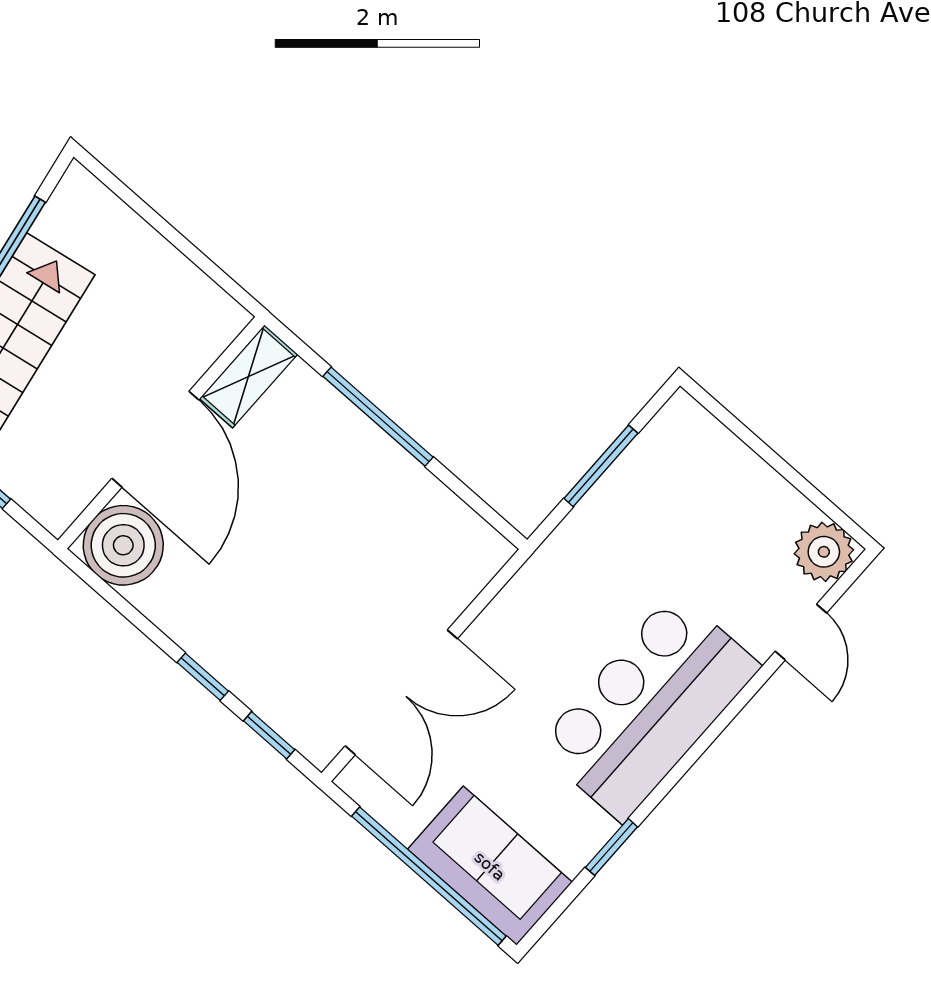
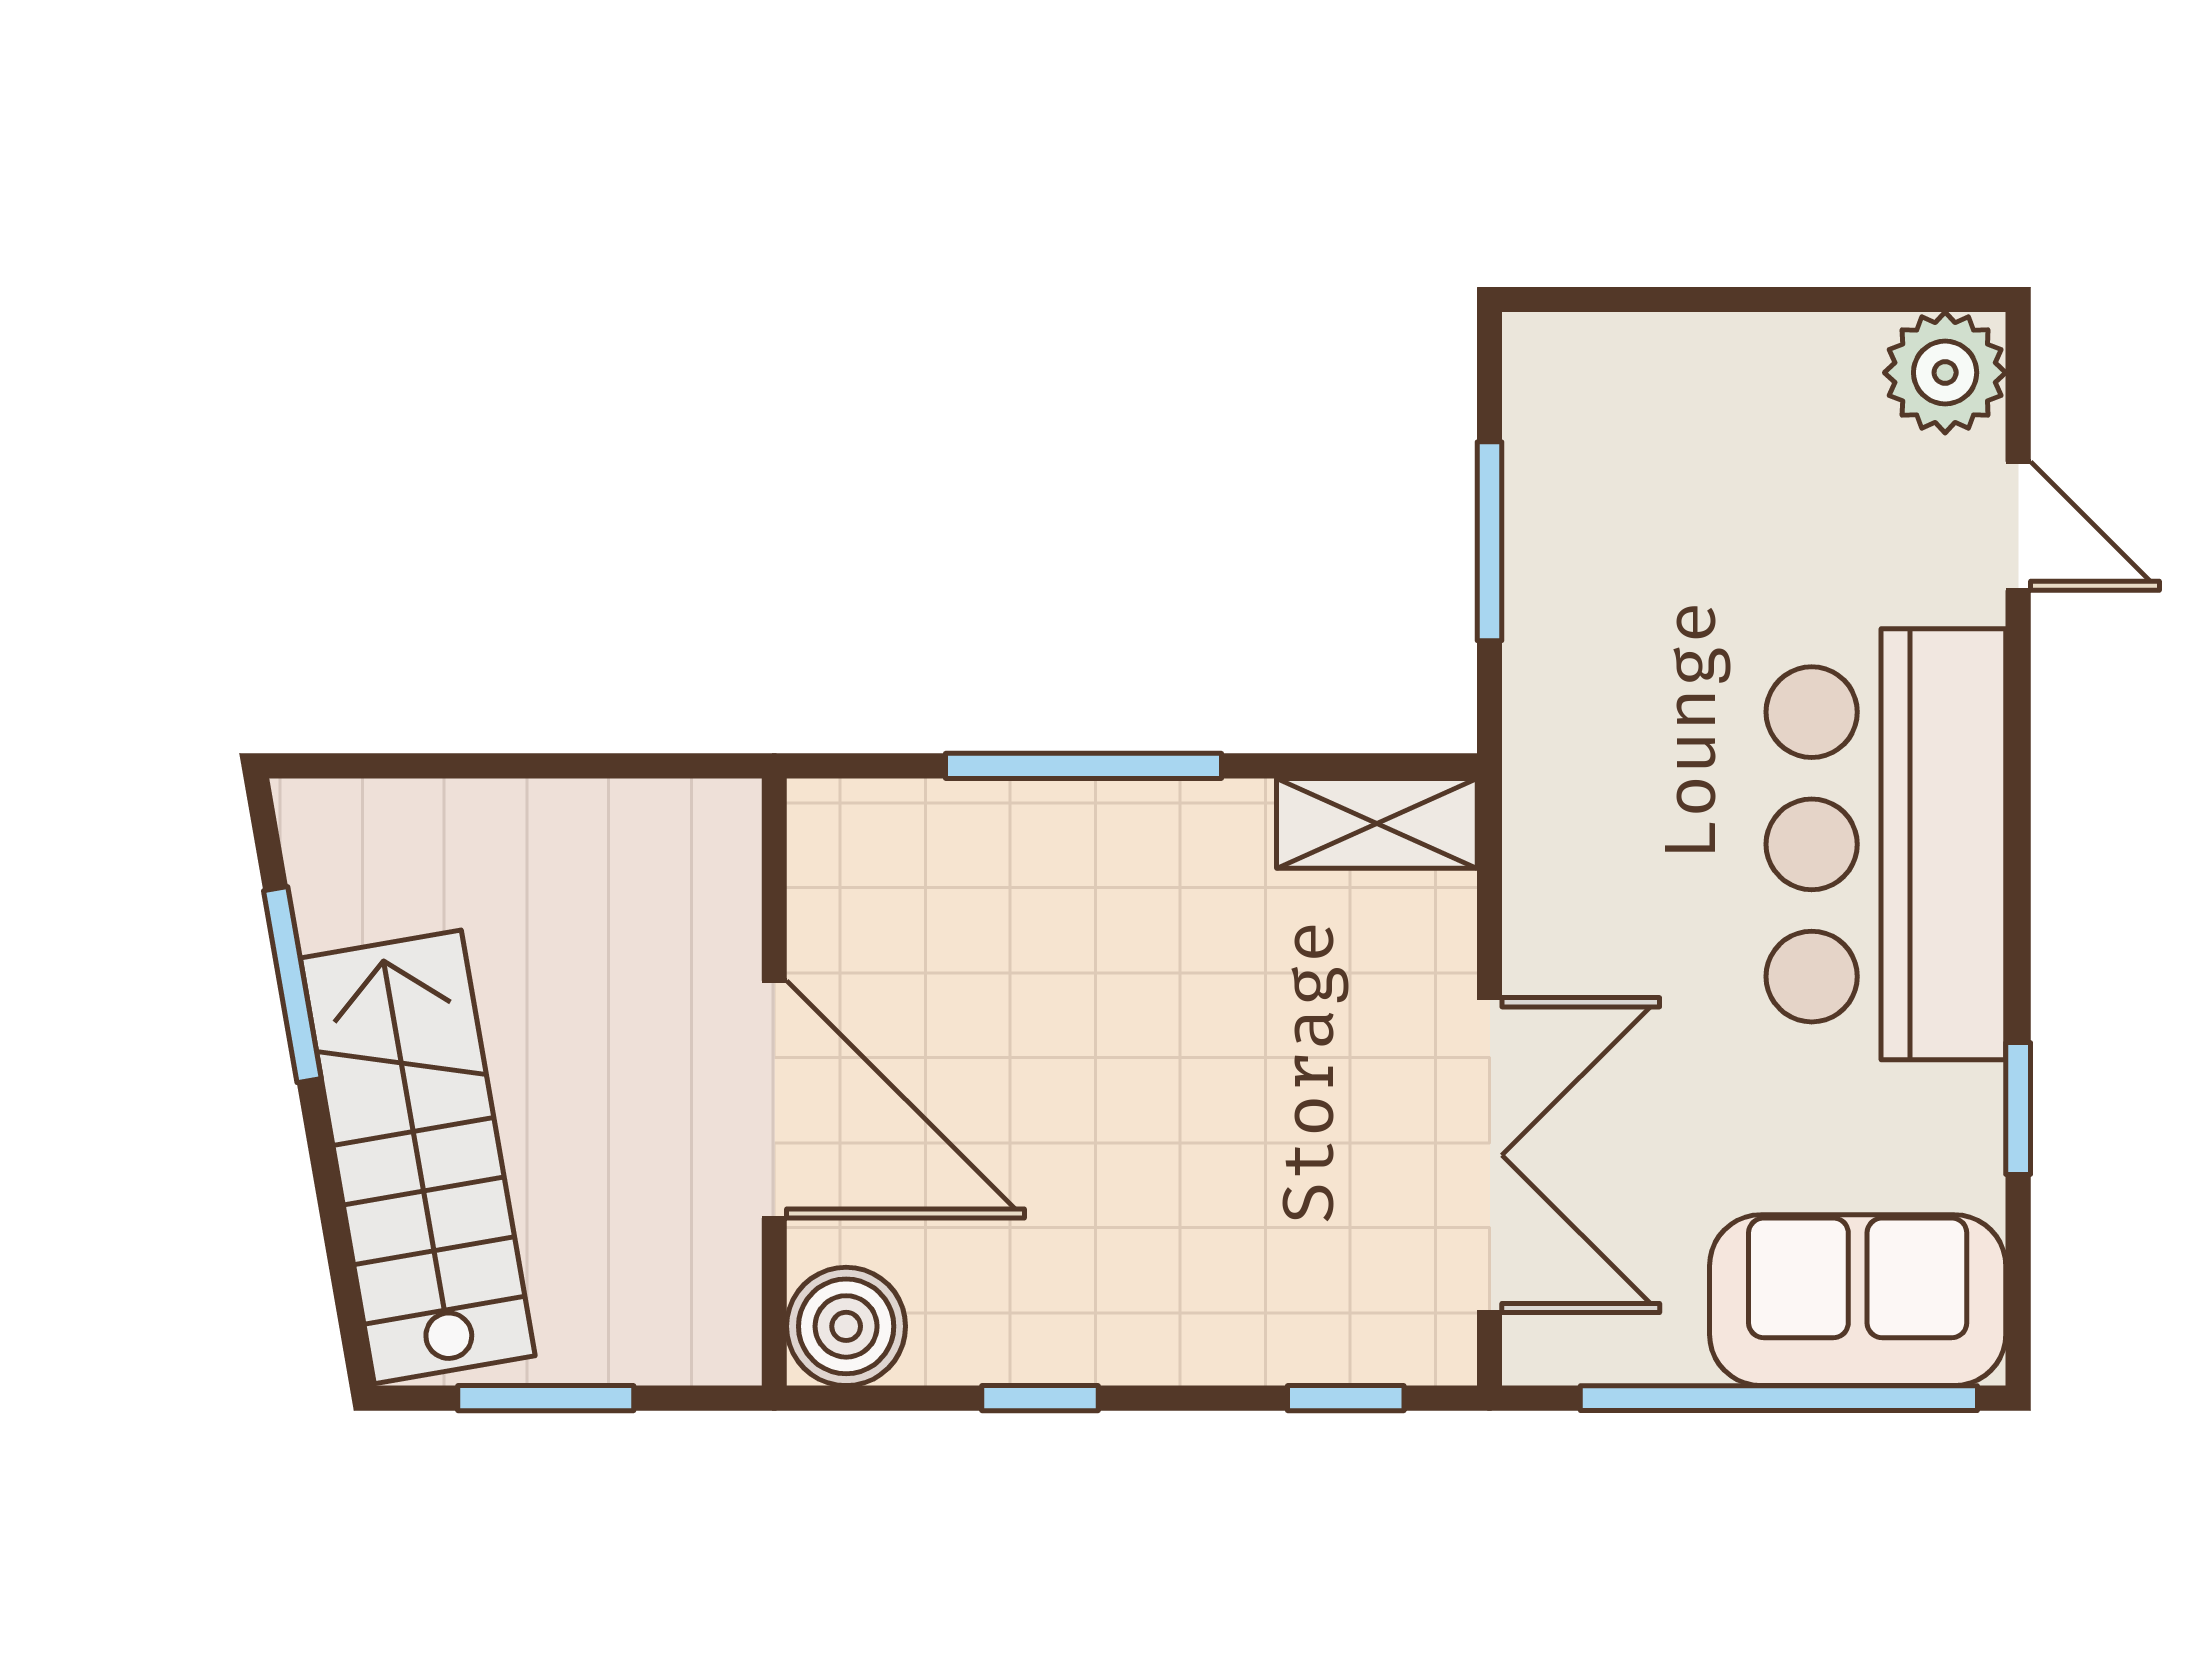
shelving: (249, 376) -> (1377, 823), moved, turned 90
boiler: (123, 545) -> (846, 1326), width x0.73, depth x0.73
window: (203, 677) -> (1040, 1398), moved

